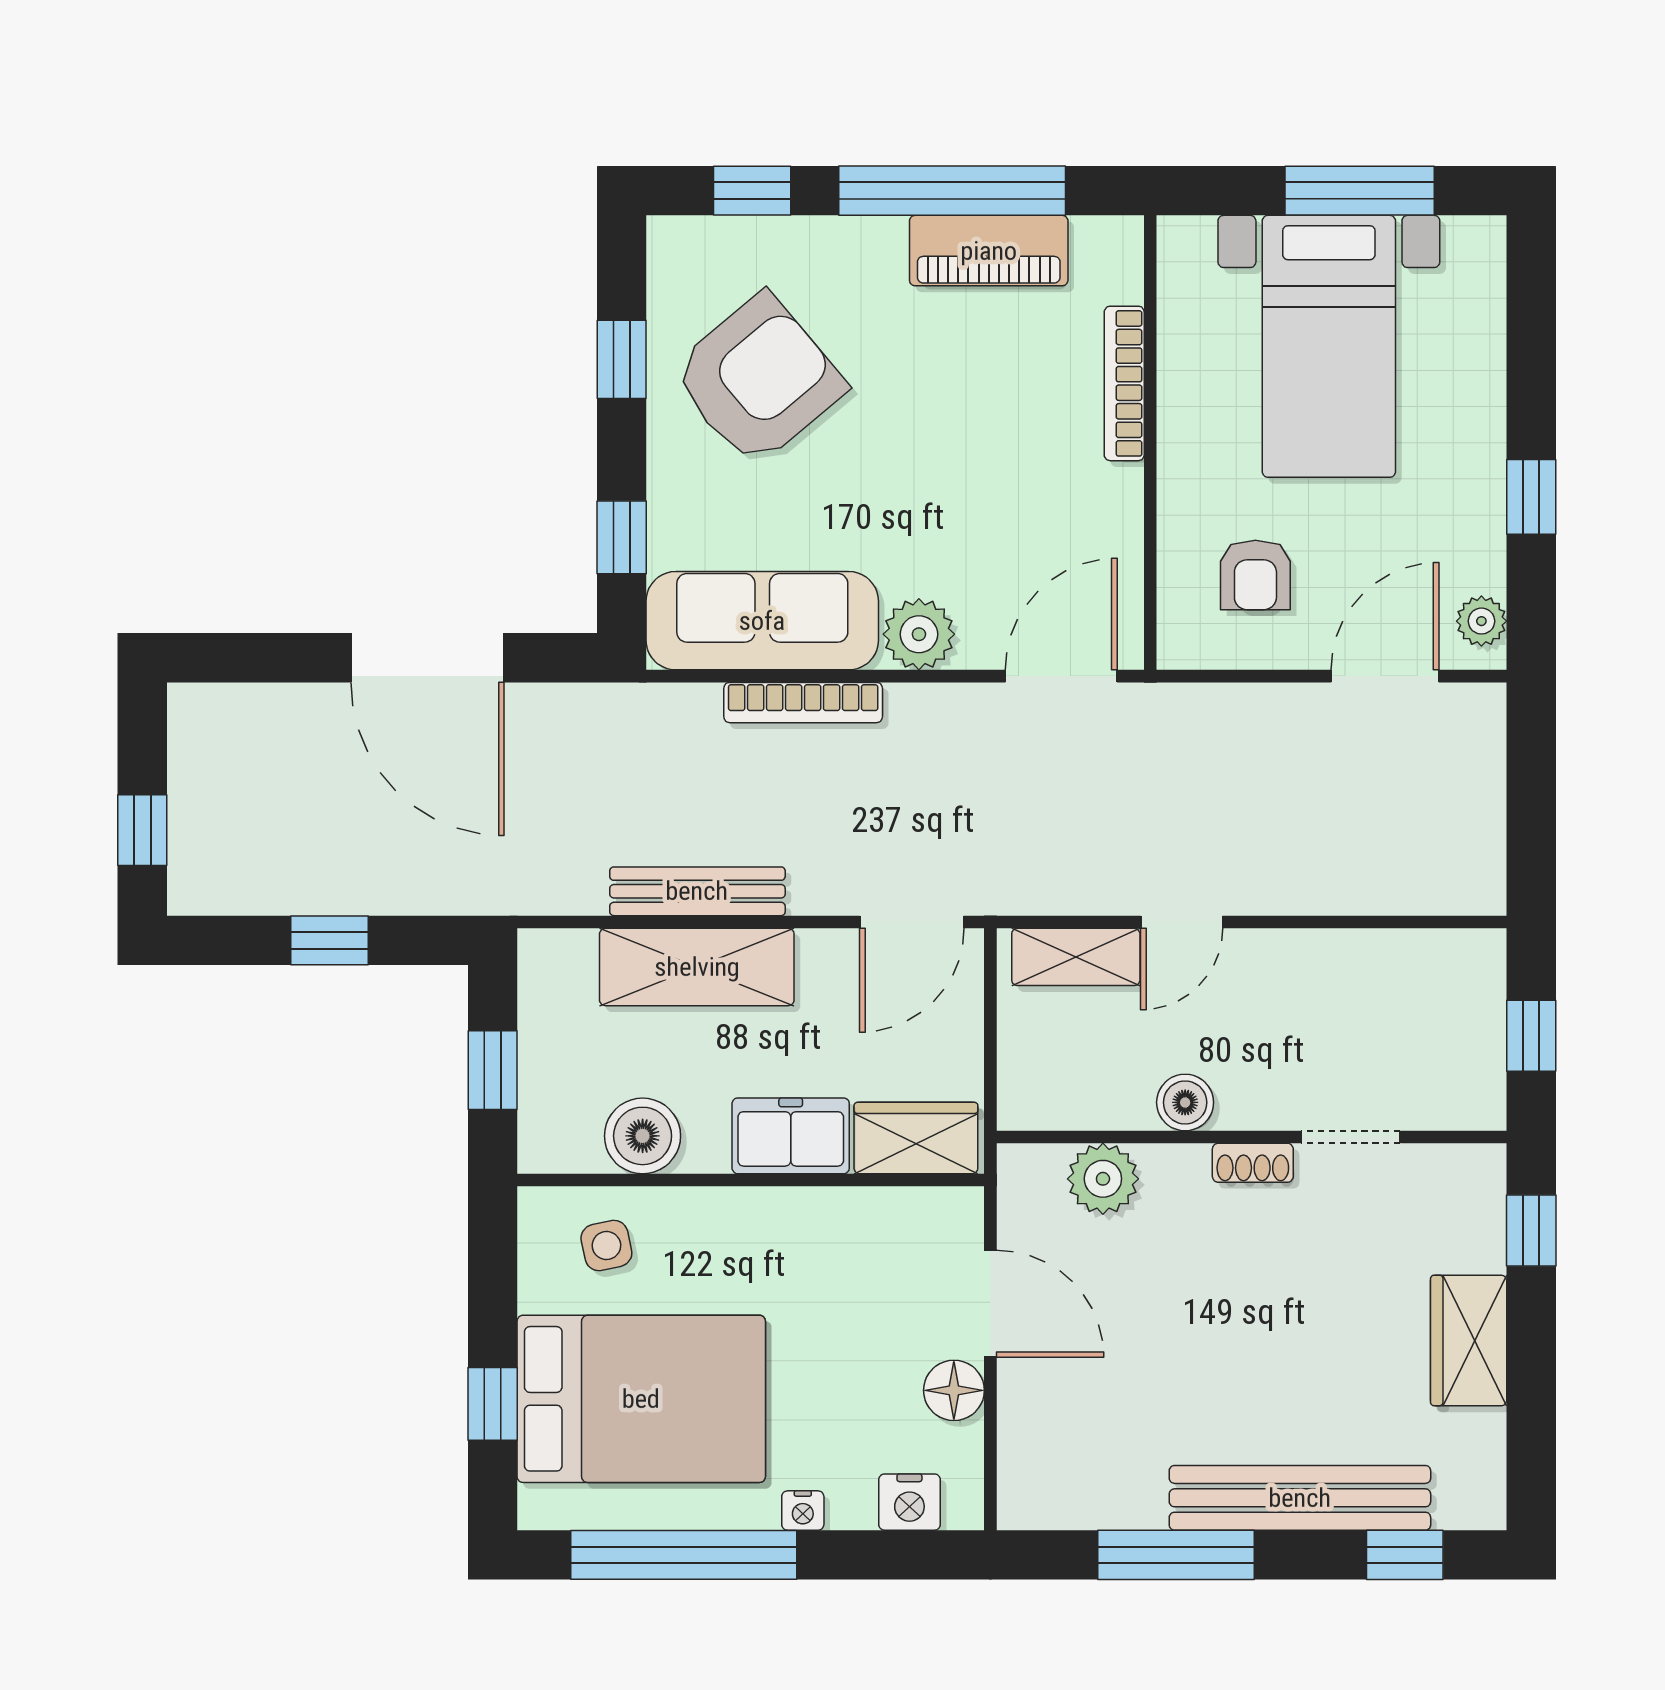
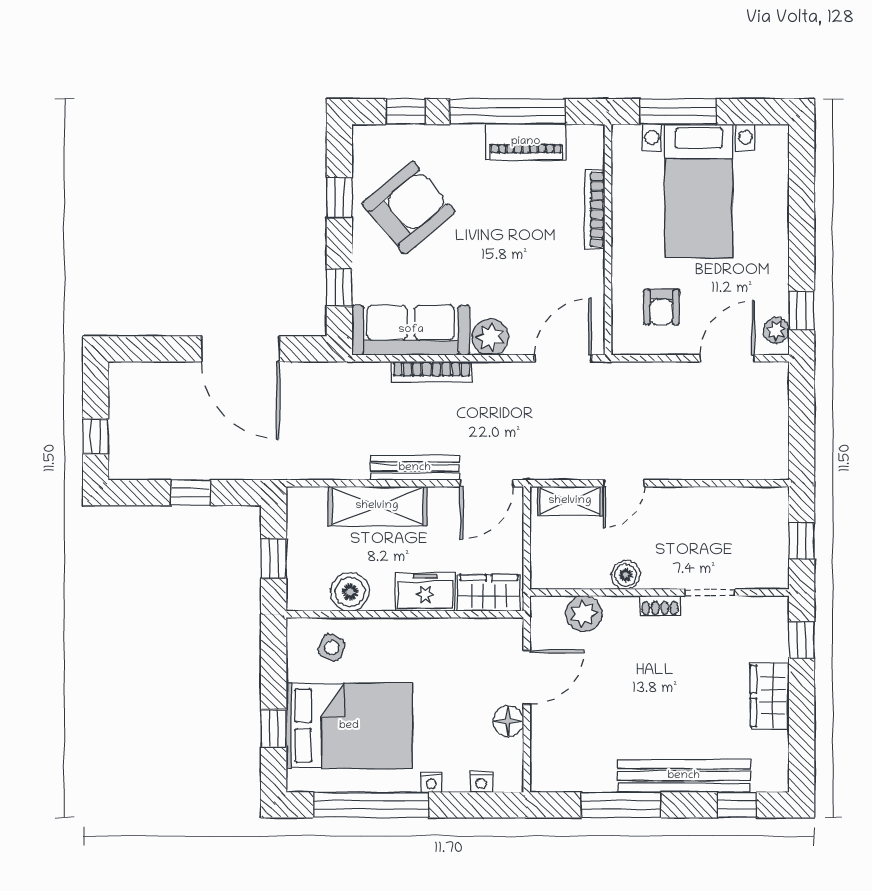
window: (1360, 191) -> (678, 112), moved
window: (1531, 497) -> (802, 311), moved
bench: (697, 891) -> (415, 468), moved
side table: (606, 1246) -> (332, 648), turned 37
door: (990, 1304) -> (527, 677), hinge flipped
nightstand: (909, 1502) -> (481, 782), width x0.72, depth x0.74

